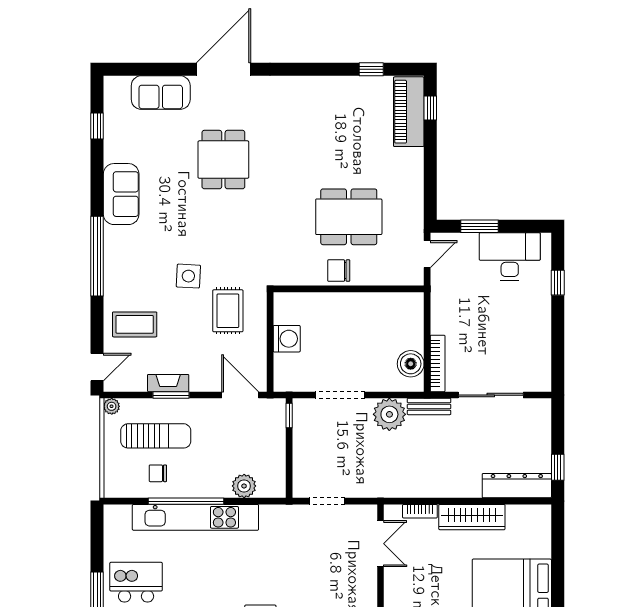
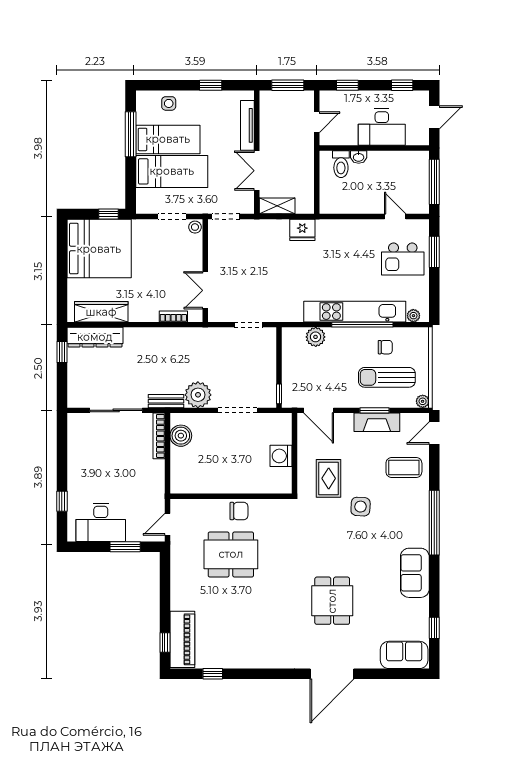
sofa: (161, 93) -> (404, 655), moved
fireplace: (168, 383) -> (377, 422), width x1.37, depth x1.32
plant: (123, 512) -> (413, 316), added
wardrobe: (472, 517) -> (101, 312), moved

